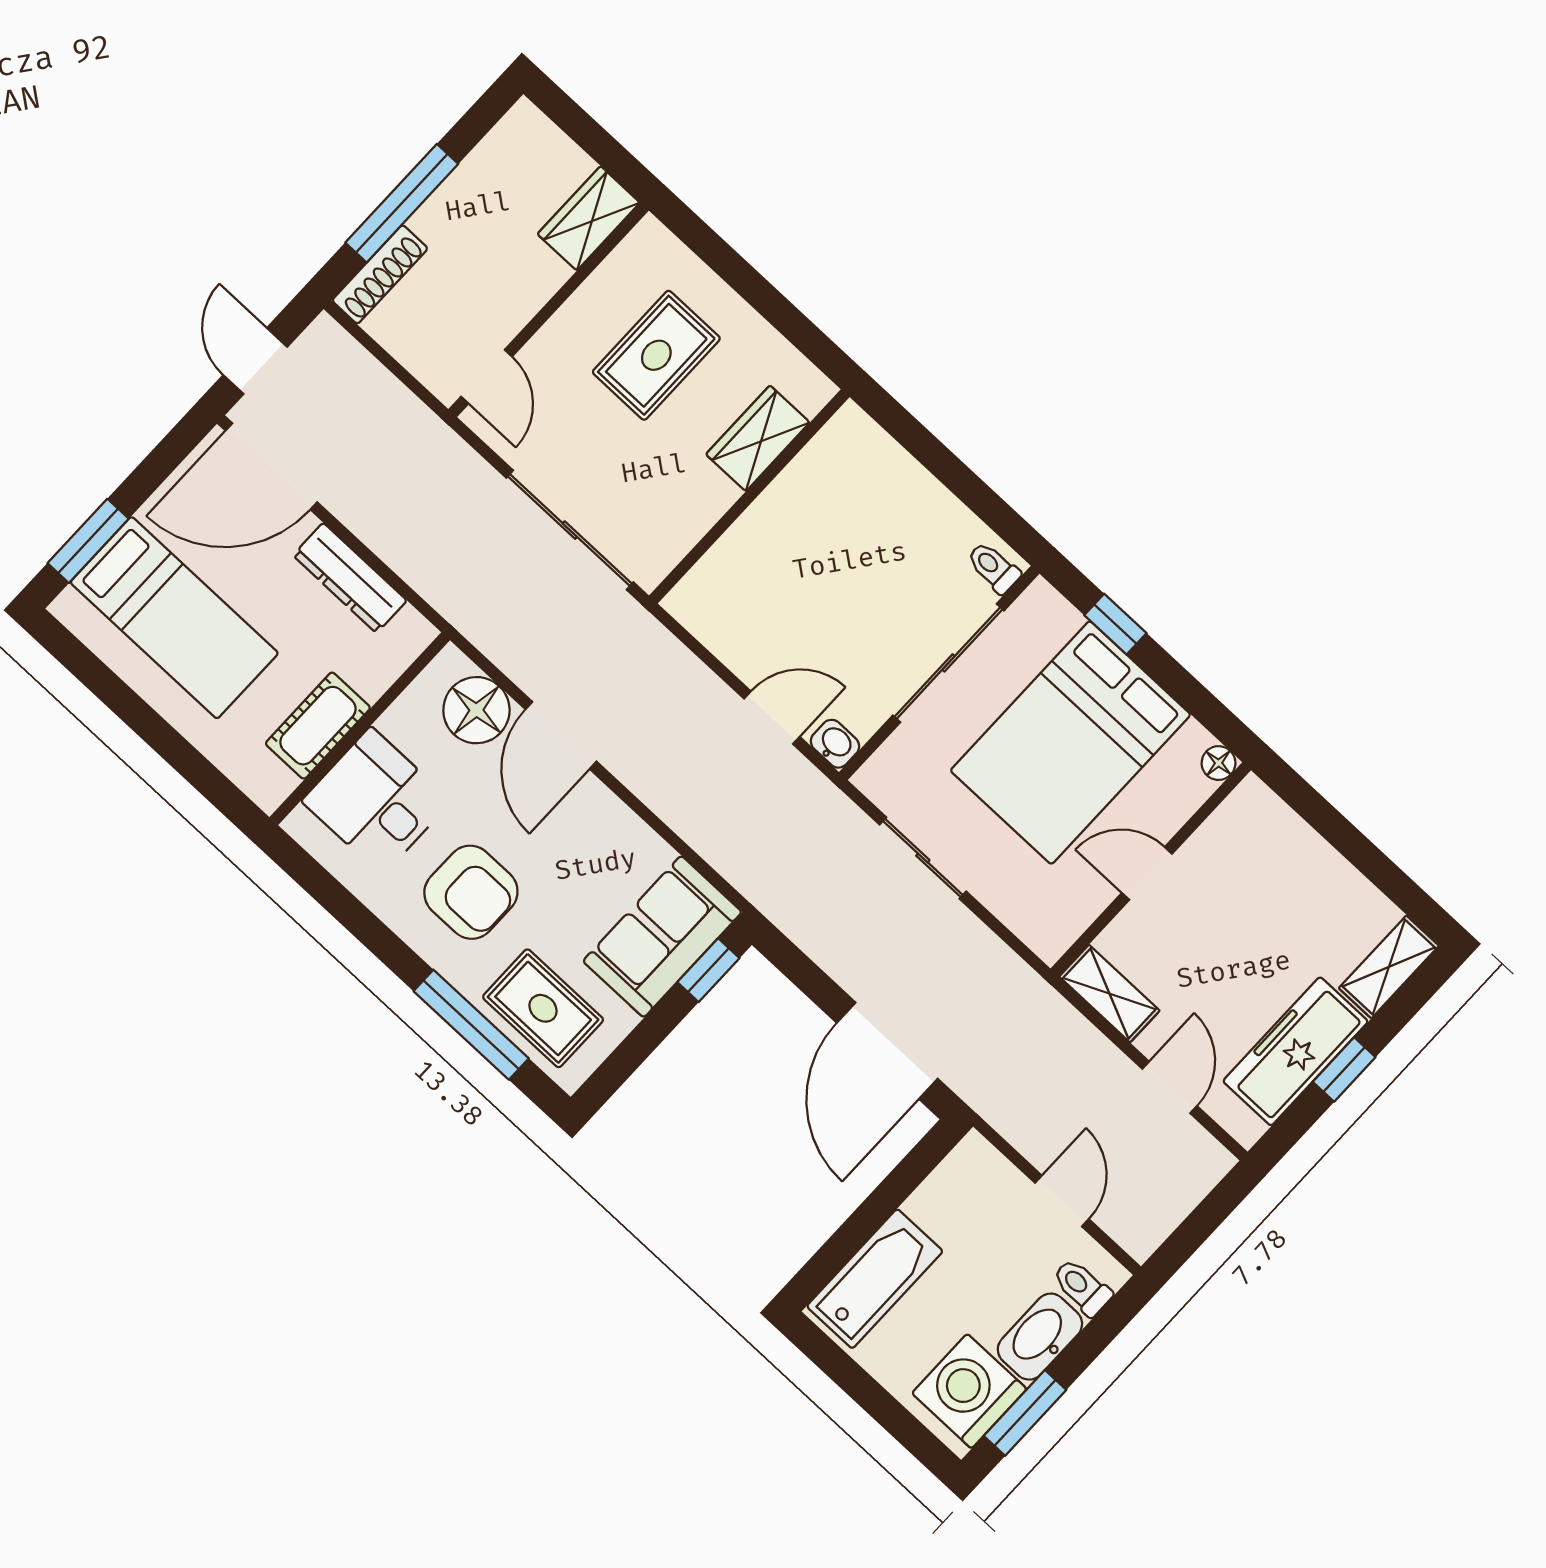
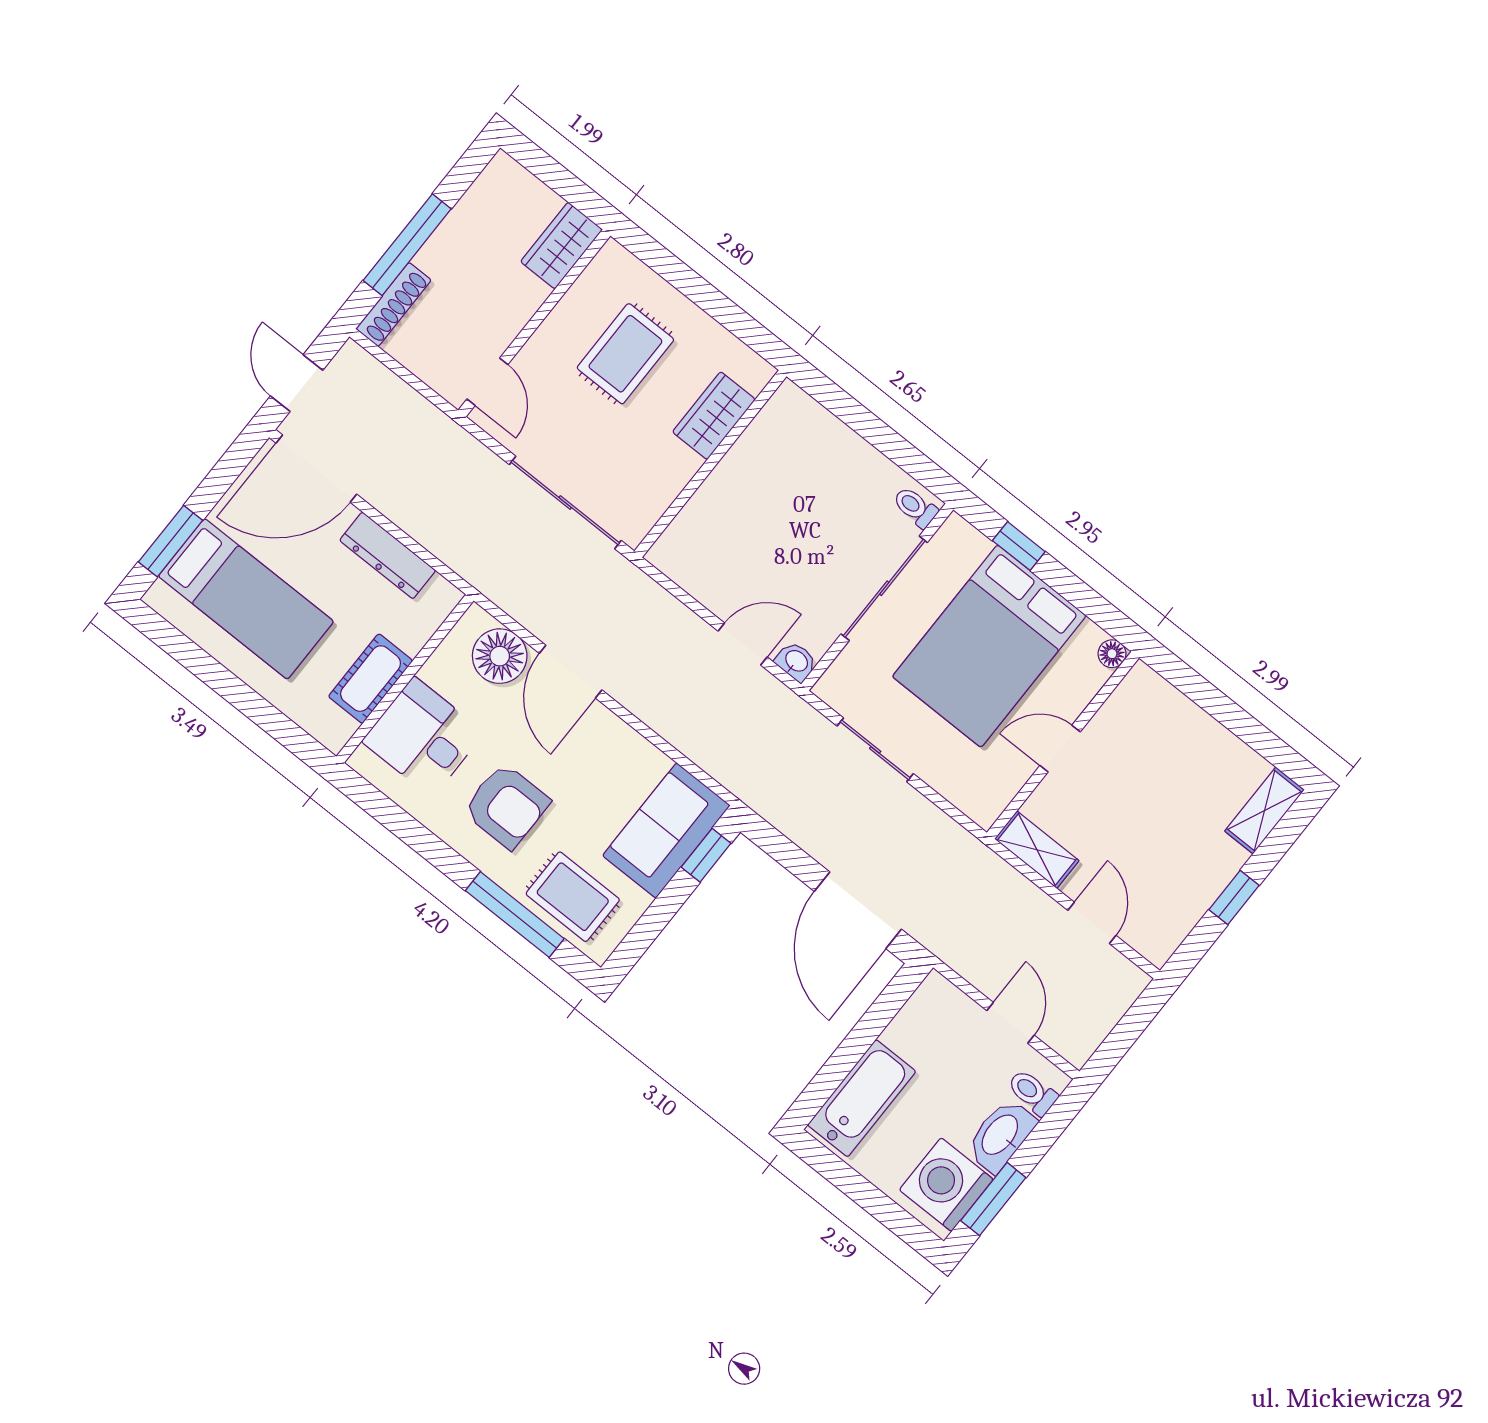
freezer: (1296, 1051) -> (1193, 886), removed

